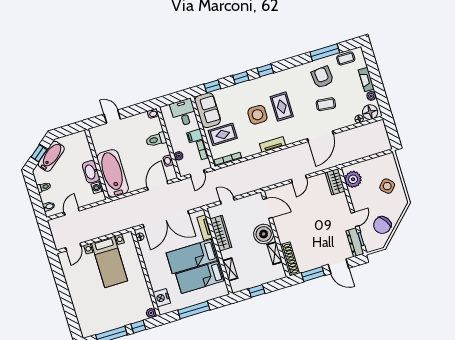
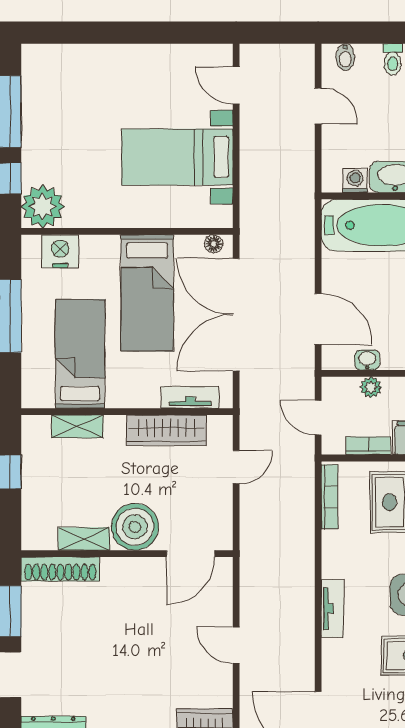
bed: (193, 256) -> (147, 293), moved, turned 180
plant: (151, 313) -> (43, 207), width x1.87, depth x1.87

